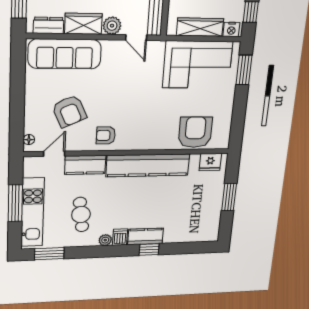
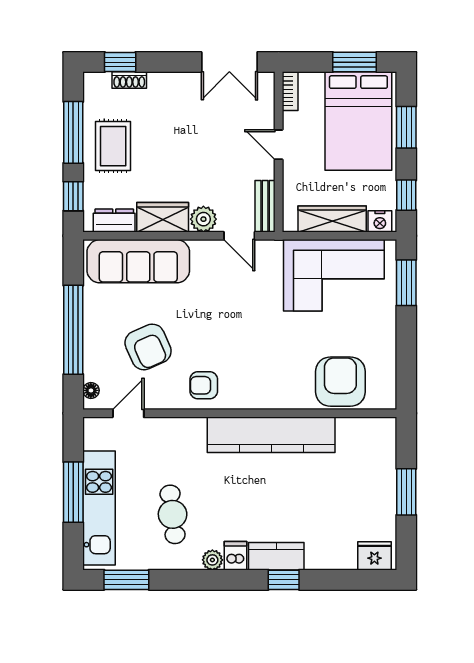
window: (17, 100) -> (73, 330), added
fridge: (210, 162) -> (374, 556), moved, turned 180
kitchen counter: (85, 165) -> (175, 432), removed

